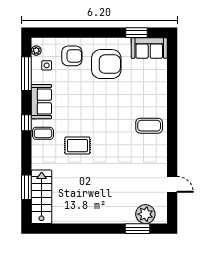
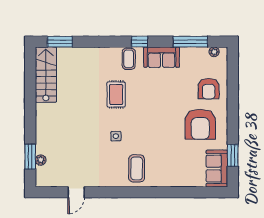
side table: (47, 65) -> (116, 136), moved
window: (26, 187) -> (60, 42), moved
stairs: (42, 197) -> (46, 75), moved, turned -90
plant: (145, 214) -> (41, 160), width x0.53, depth x0.53

